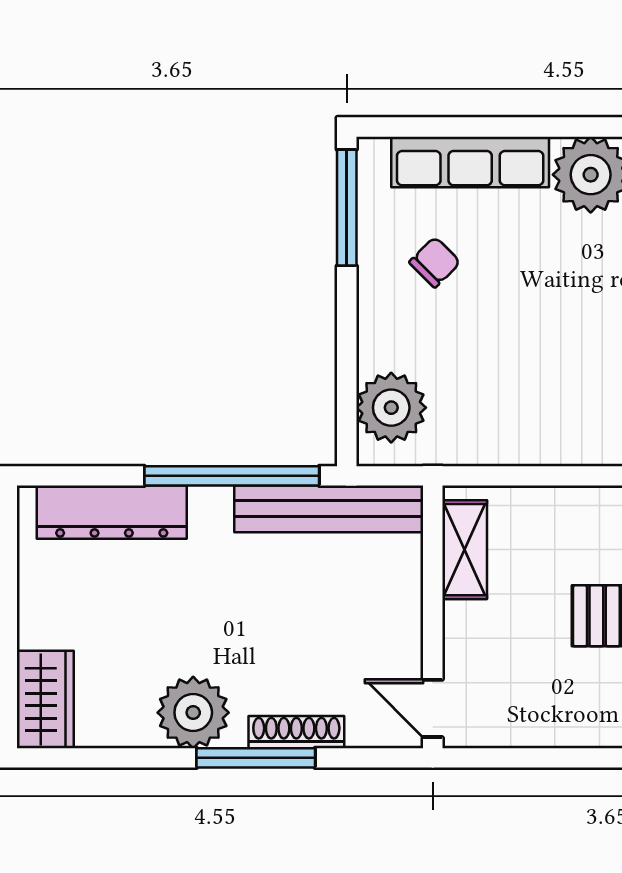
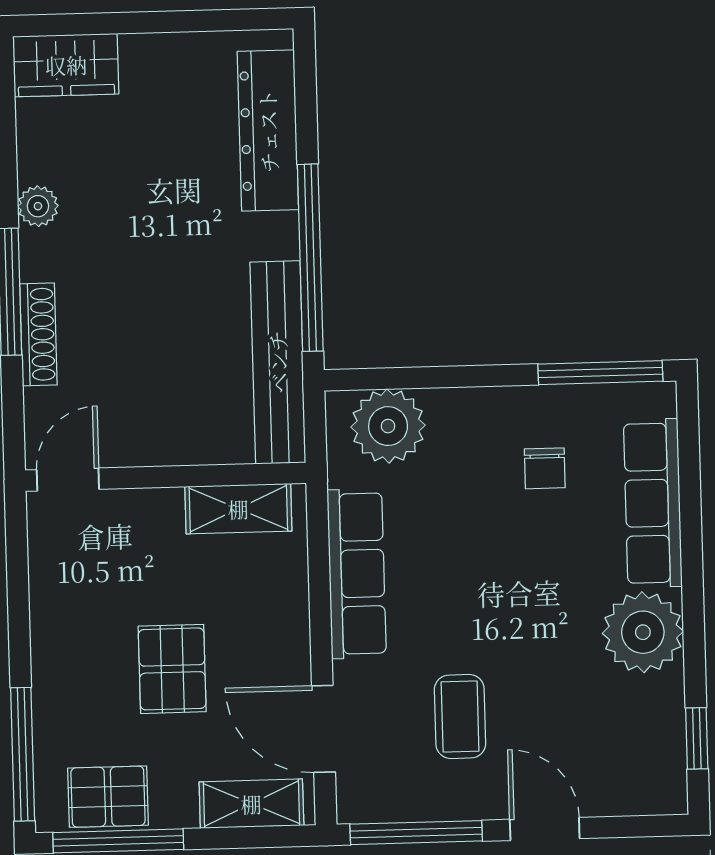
chair: (435, 262) -> (545, 468), turned 45
row of seats: (528, 441) -> (357, 574), added
plant: (193, 713) -> (38, 206), width x0.53, depth x0.53

